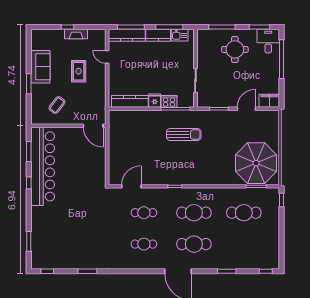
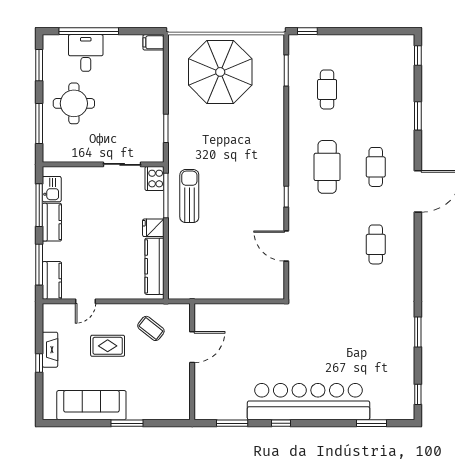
kitchen counter: (127, 35) -> (52, 280), width x0.67
desk: (268, 41) -> (86, 53), moved, turned 90
sofa: (40, 67) -> (91, 405), width x1.36
cooker: (169, 101) -> (155, 179), moved
filing cabinet: (269, 101) -> (153, 42), width x0.50
coffee table: (57, 105) -> (151, 328), moved
door: (246, 109) -> (166, 86), removed
door: (93, 126) -> (192, 347), moved
sun lounger: (184, 135) -> (189, 196), moved
parasol: (256, 163) -> (220, 72), moved
bar counter: (43, 166) -> (309, 402), moved
door: (131, 186) -> (286, 246), moved
cafe table: (144, 213) -> (327, 244), removed
cafe table: (244, 213) -> (327, 89), width x0.73, depth x0.74
cafe table: (194, 244) -> (376, 167), width x0.73, depth x0.74

